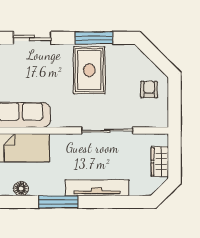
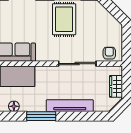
armchair: (149, 90) -> (109, 53), moved

